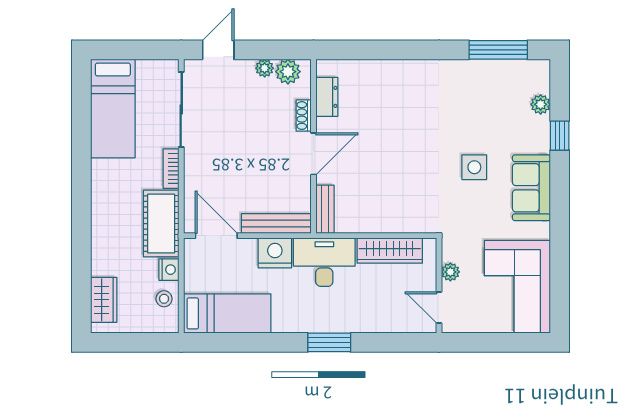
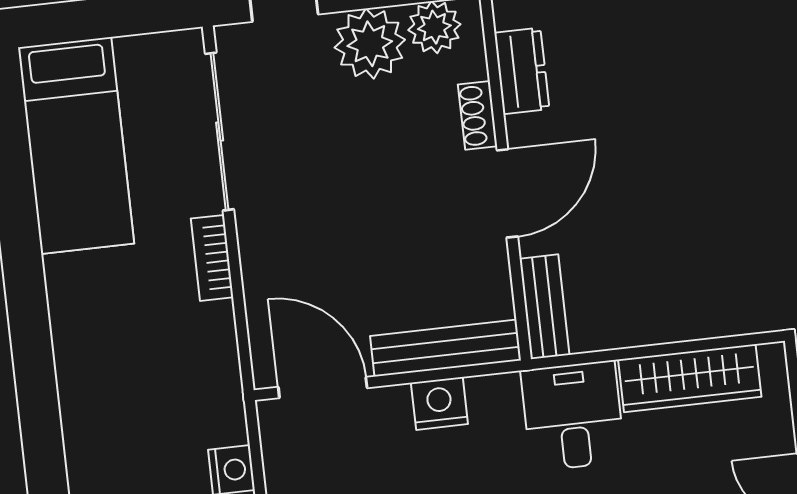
plant: (265, 68) -> (370, 44), width x1.88, depth x1.88
cot: (161, 224) -> (204, 375), removed
nightstand: (275, 253) -> (439, 403), width x0.74, depth x0.75
desk: (324, 262) -> (573, 416), width x0.73

